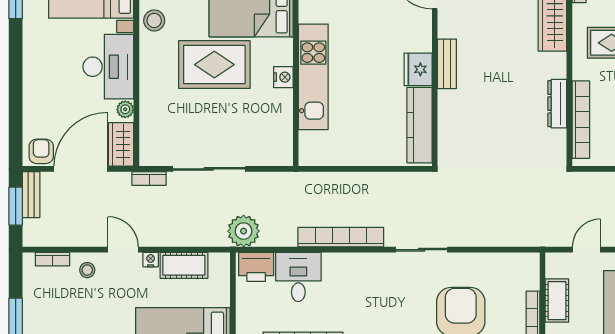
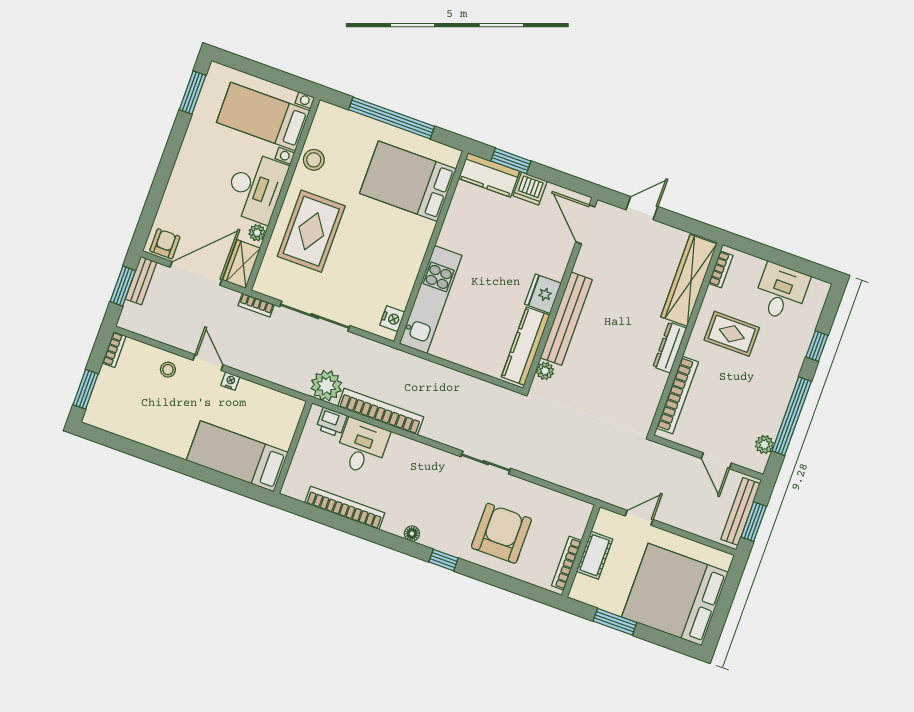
bench: (447, 64) -> (566, 319), width x1.86, depth x1.21
rug: (214, 65) -> (311, 231), moved, turned 90
nightstand: (283, 77) -> (392, 319), moved
kitchen unit: (313, 77) -> (431, 300), moved
dresser: (557, 104) -> (670, 347), moved
plant: (447, 142) -> (545, 371), added
bookcase: (341, 237) -> (381, 412), moved
bookcase: (53, 259) -> (114, 350), moved, turned -90
cot: (184, 265) -> (259, 398), removed
printer: (256, 267) -> (331, 422), width x0.73, depth x0.81

